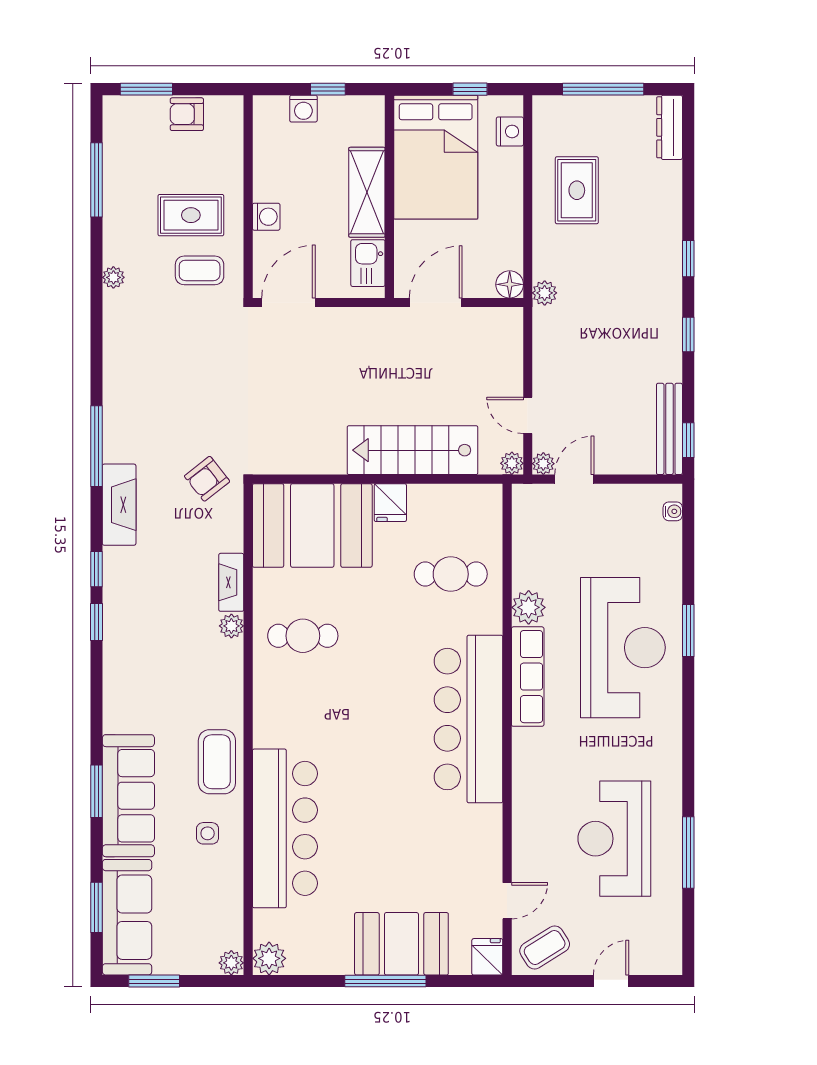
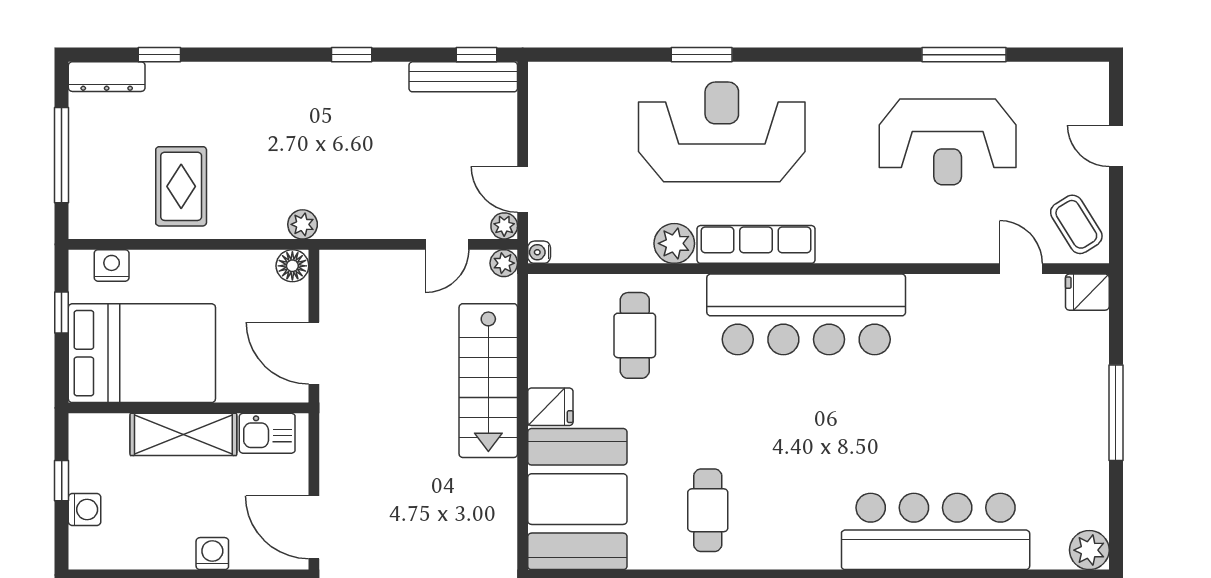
rug: (577, 190) -> (181, 186), turned 90
window: (688, 259) -> (159, 55), moved
water cooler: (673, 511) -> (539, 252), moved, turned -90
booth: (401, 944) -> (1072, 394), removed

